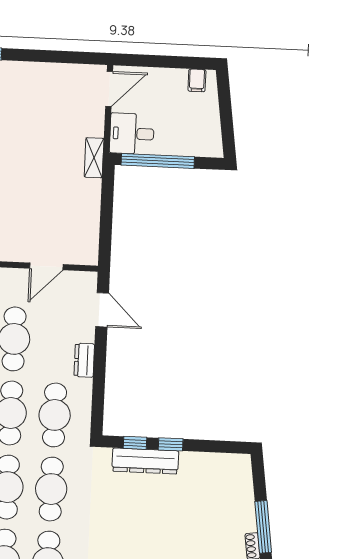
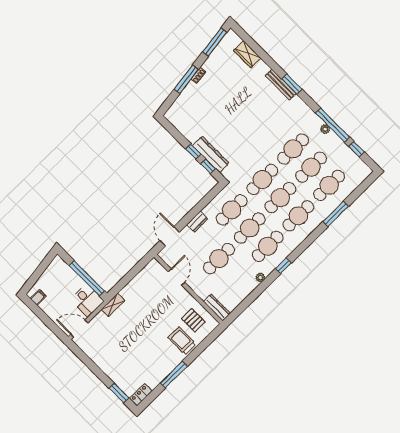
door: (46, 266) -> (176, 277), hinge flipped

